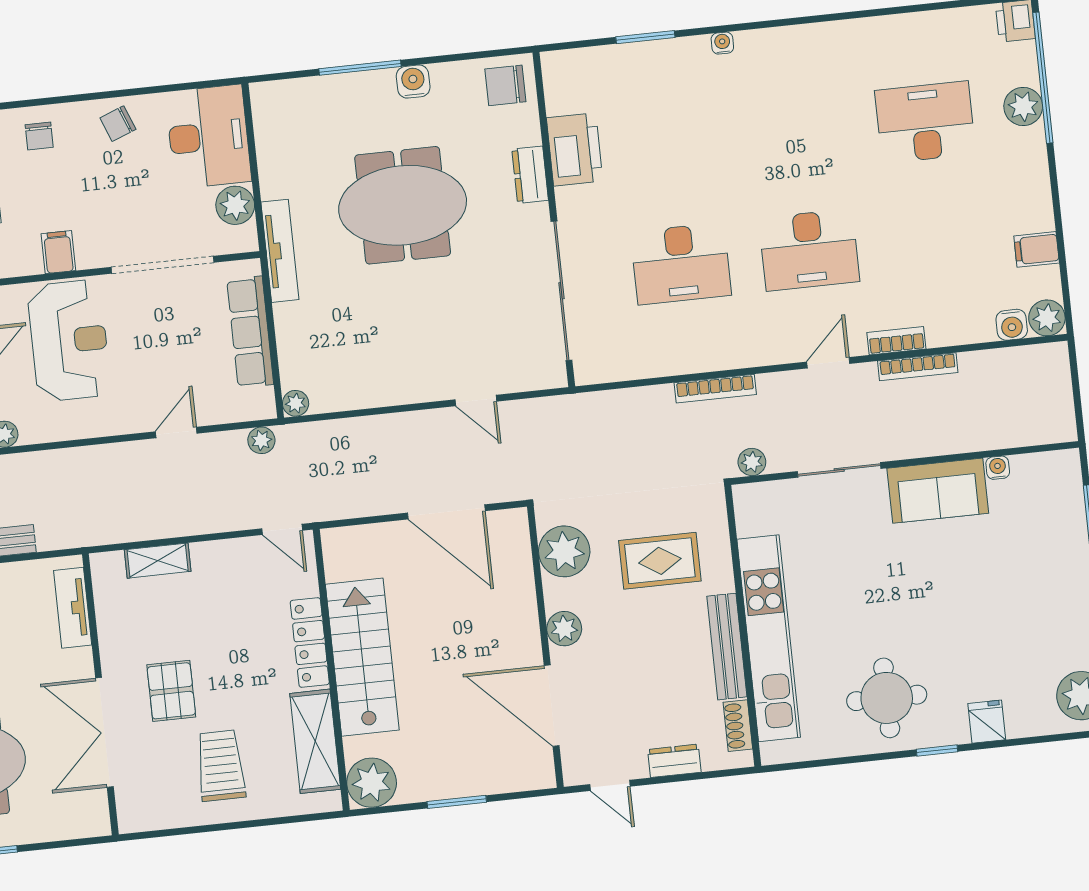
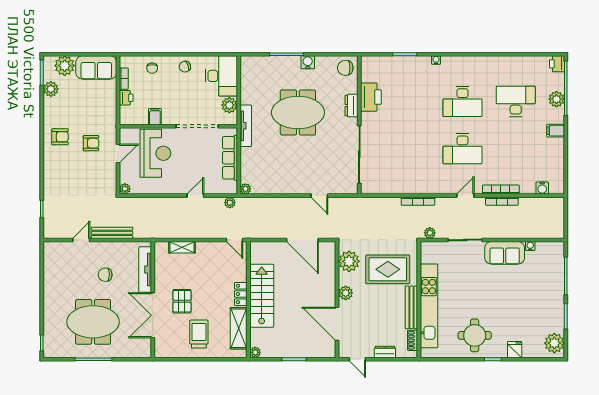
filing cabinet: (1037, 249) -> (556, 131), moved
desk: (681, 264) -> (463, 101), moved
plant: (1047, 318) -> (557, 187), removed
bookcase: (896, 341) -> (501, 190), width x1.56
rug: (660, 561) -> (388, 269), width x1.36, depth x1.43
tv unit: (73, 608) -> (145, 270), width x1.41
locker: (310, 642) -> (241, 294), width x0.66
plant: (372, 783) -> (255, 352), width x0.53, depth x0.53

